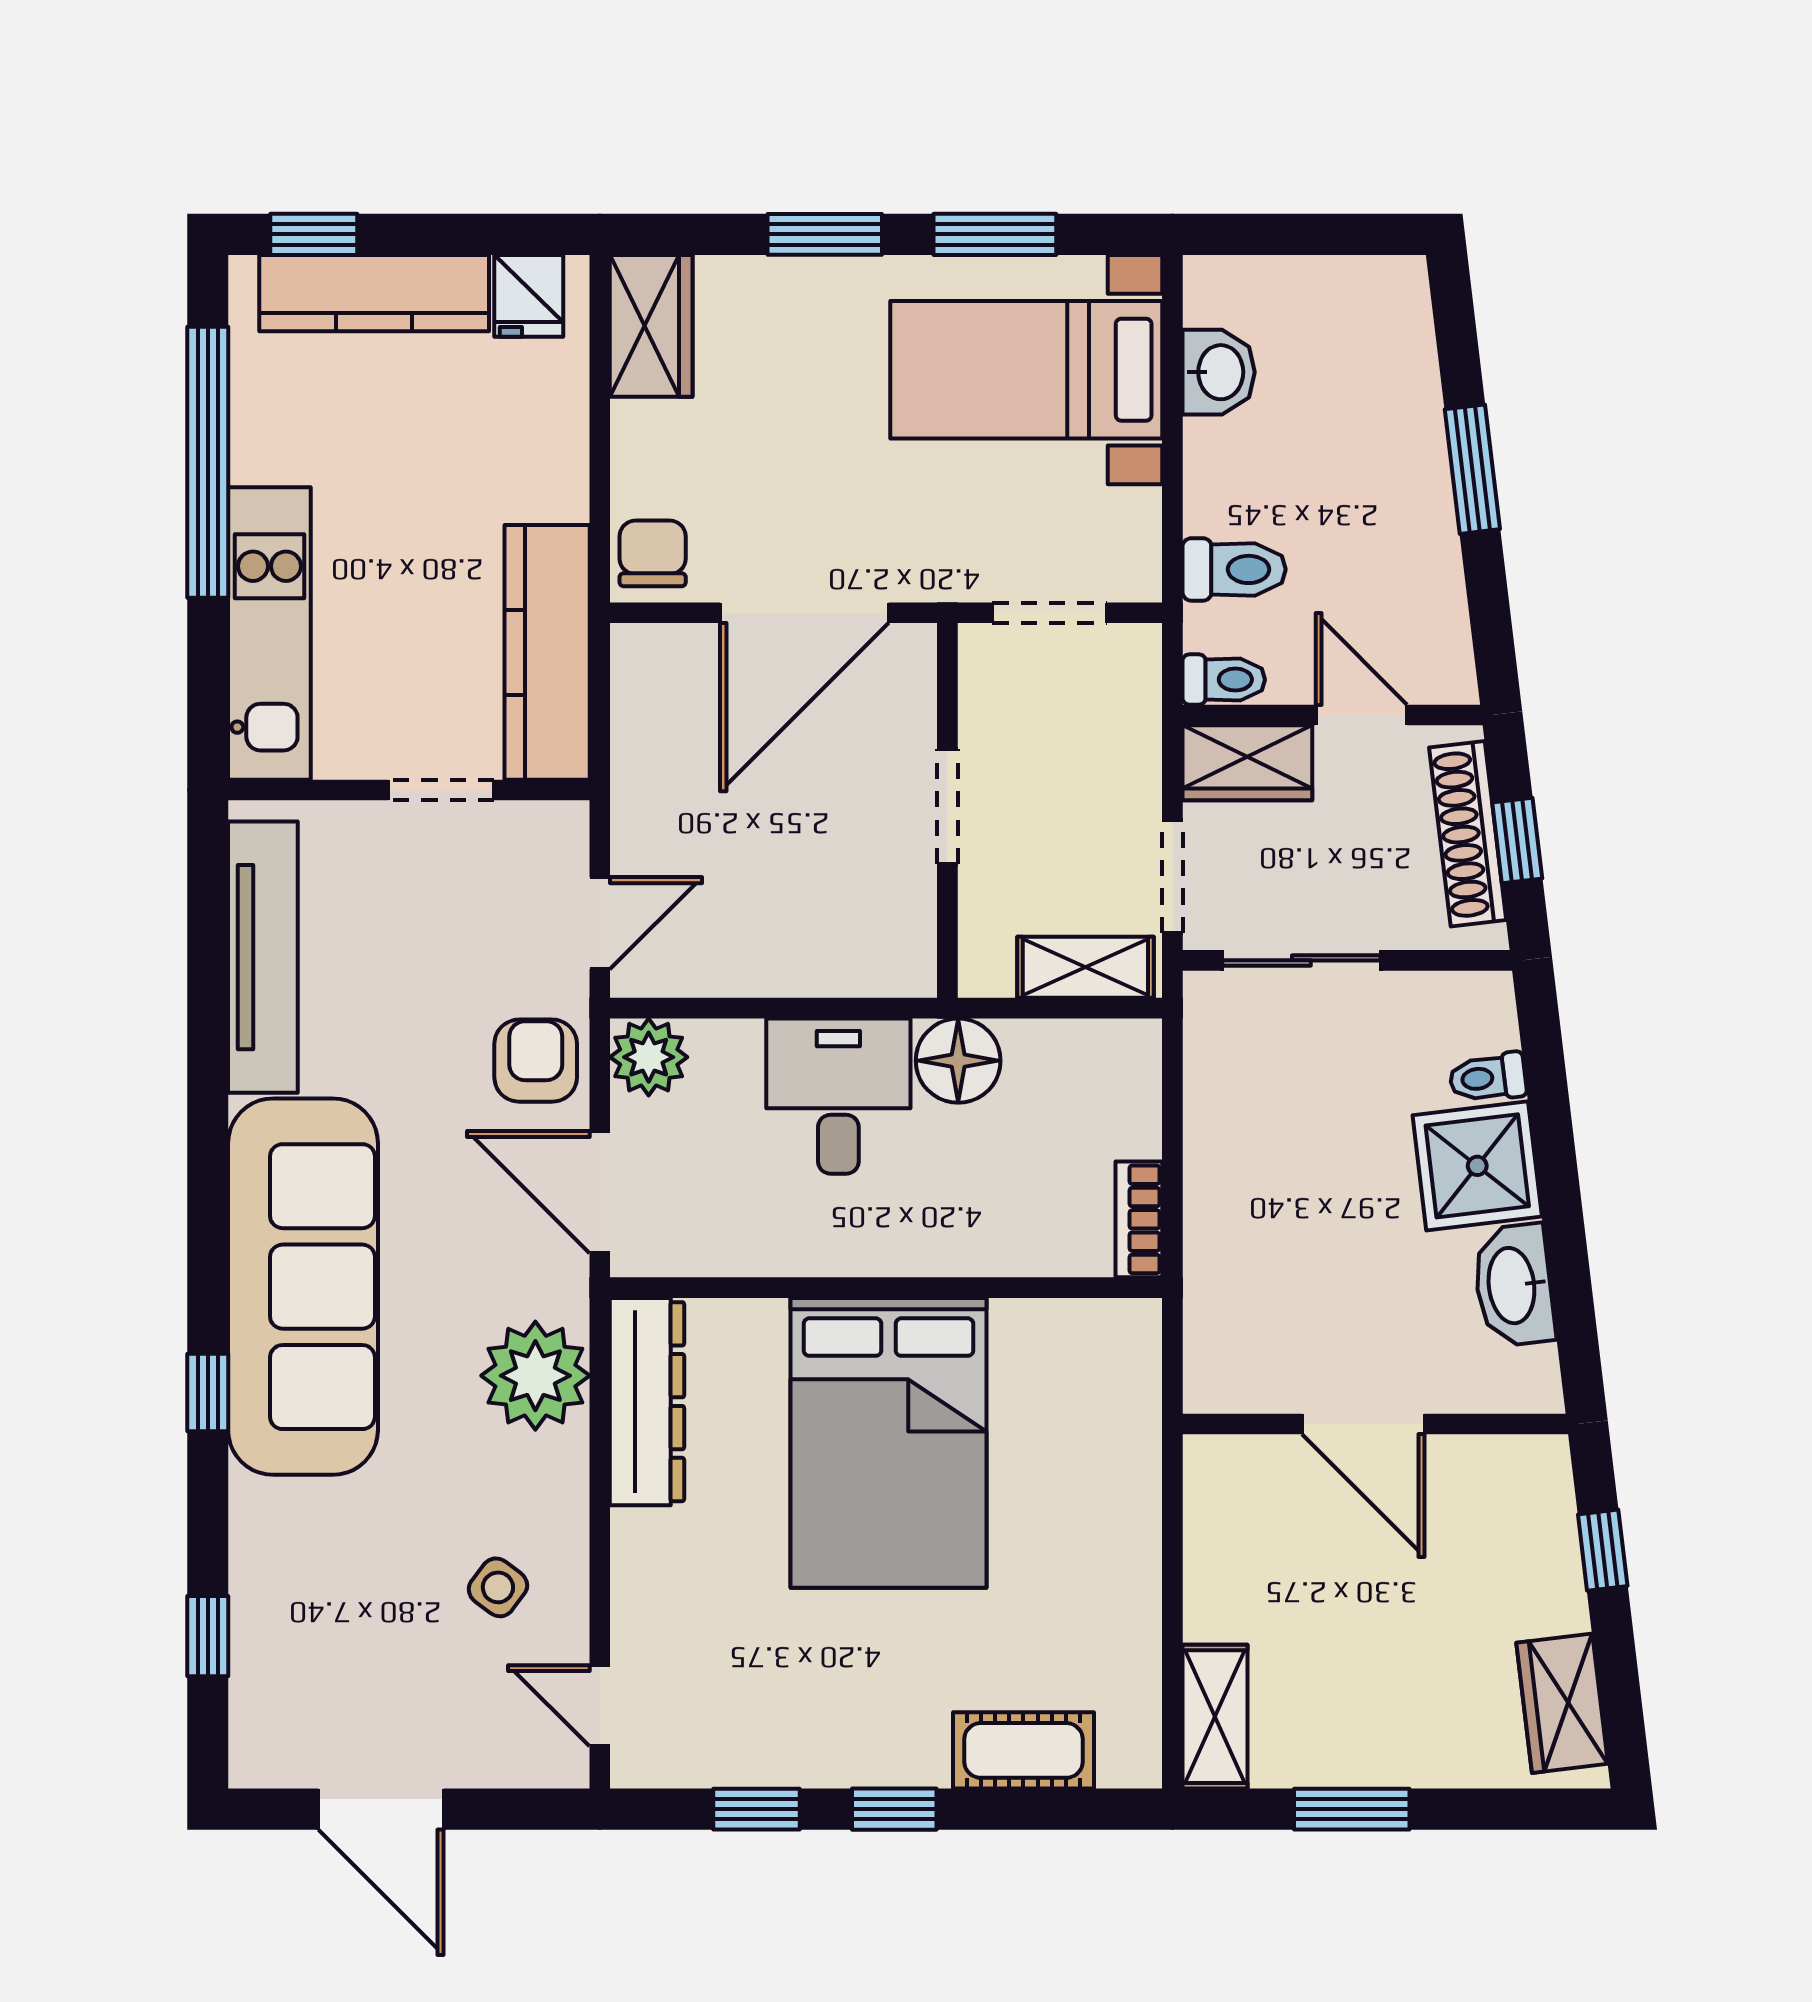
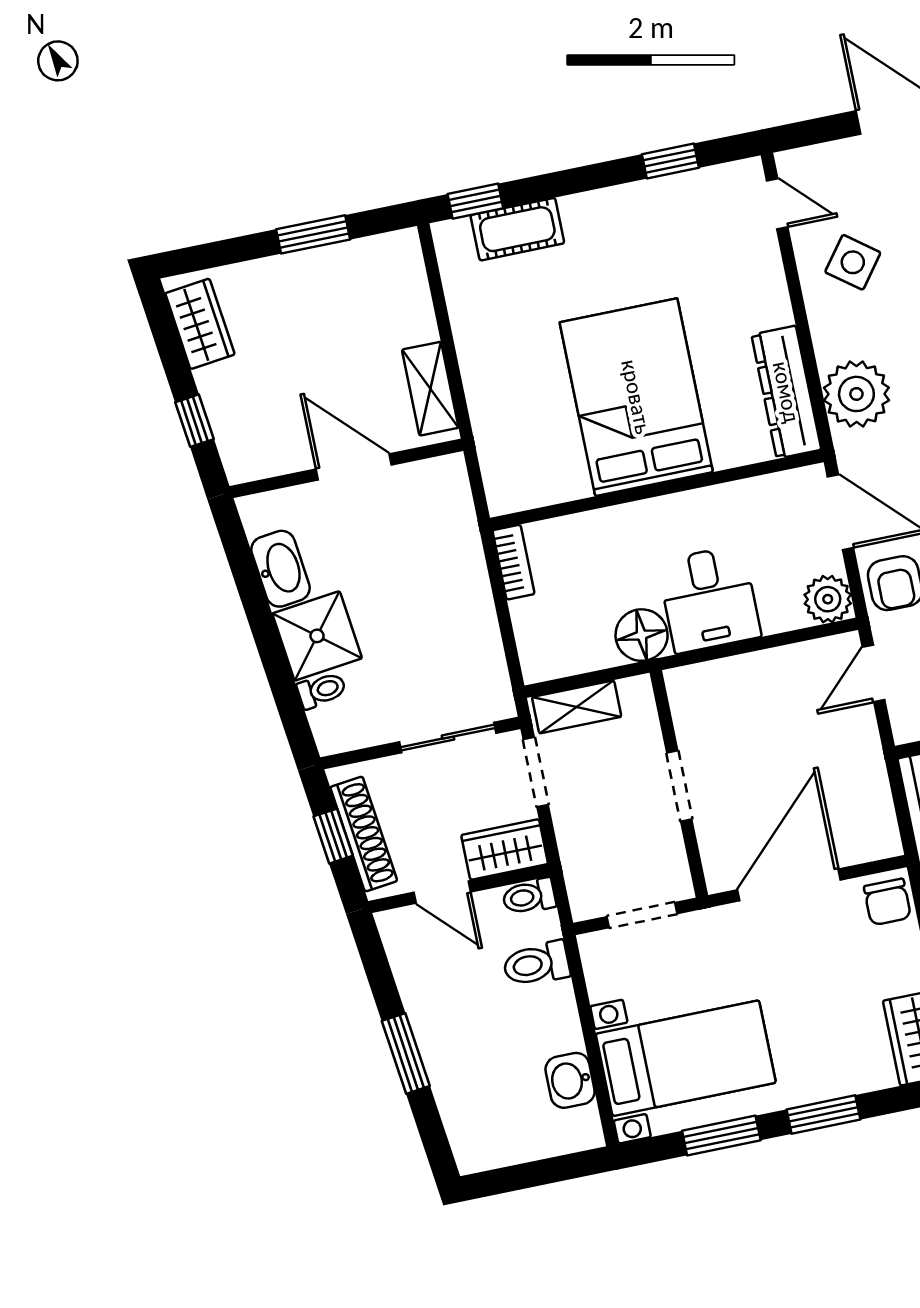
side table: (498, 1587) -> (853, 262), width x1.37, depth x1.37
shelving: (1215, 1717) -> (430, 389), moved
window: (894, 1809) -> (475, 201), moved

